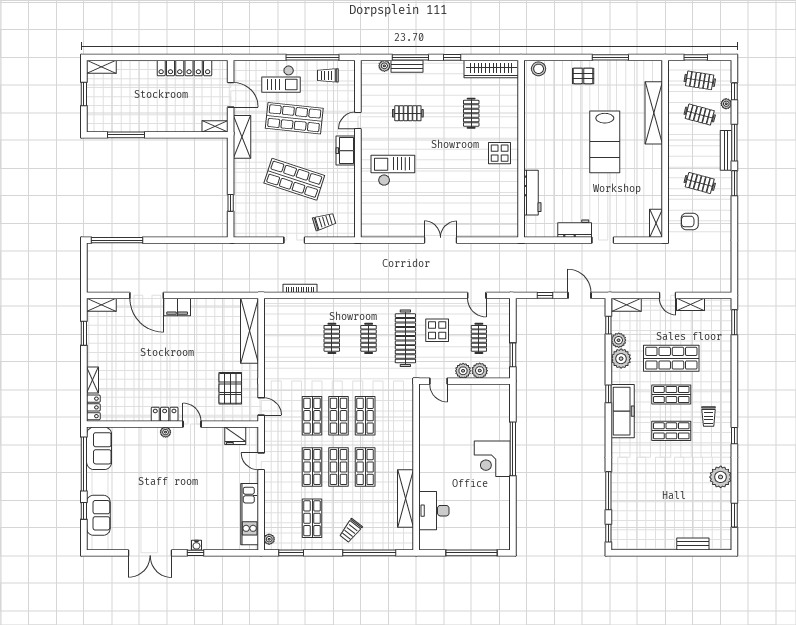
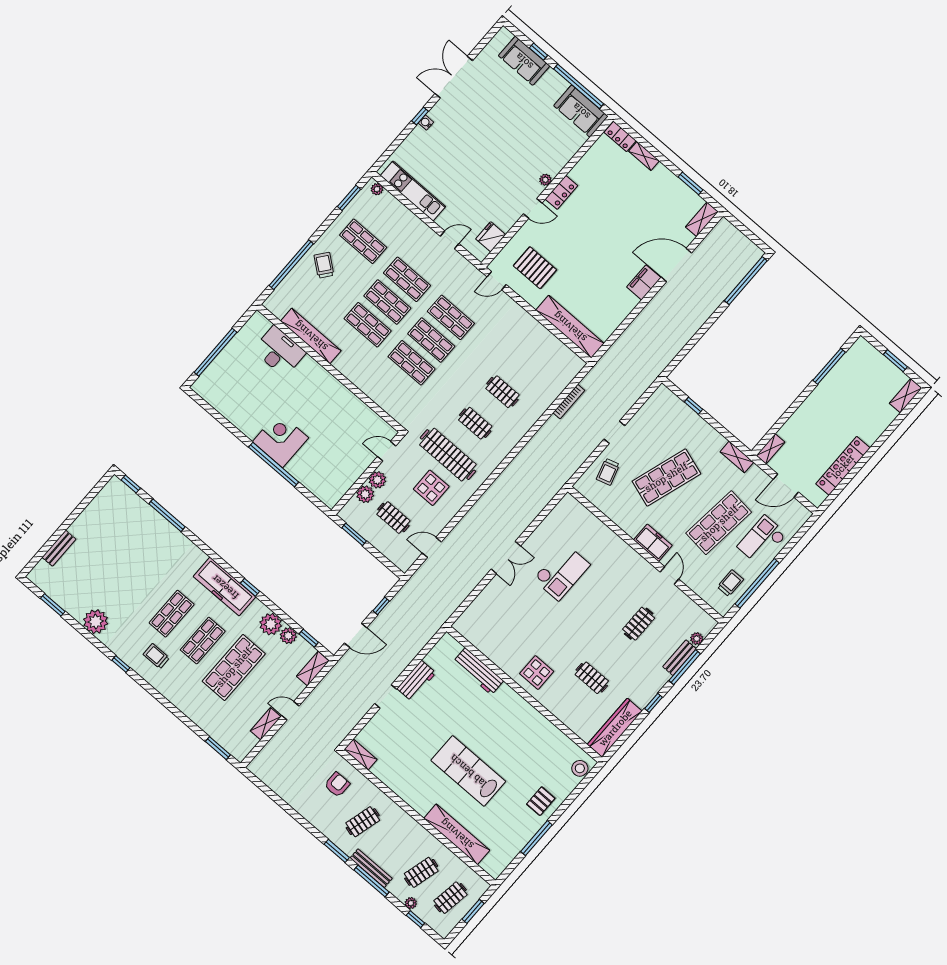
shelving: (242, 137) -> (737, 457), width x0.67, depth x0.75
checkout: (393, 170) -> (562, 572), moved

